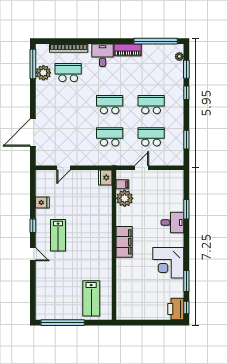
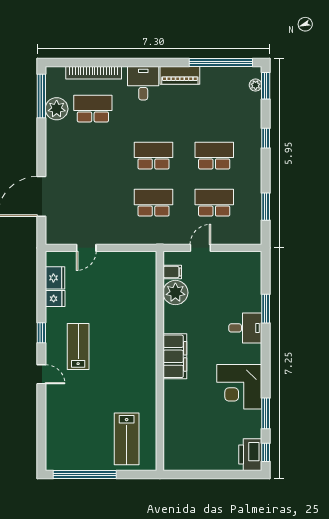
window: (186, 69) -> (266, 86), moved
fridge: (105, 178) -> (55, 278), moved, turned 180
lab bench: (58, 235) -> (78, 347), turned 180

